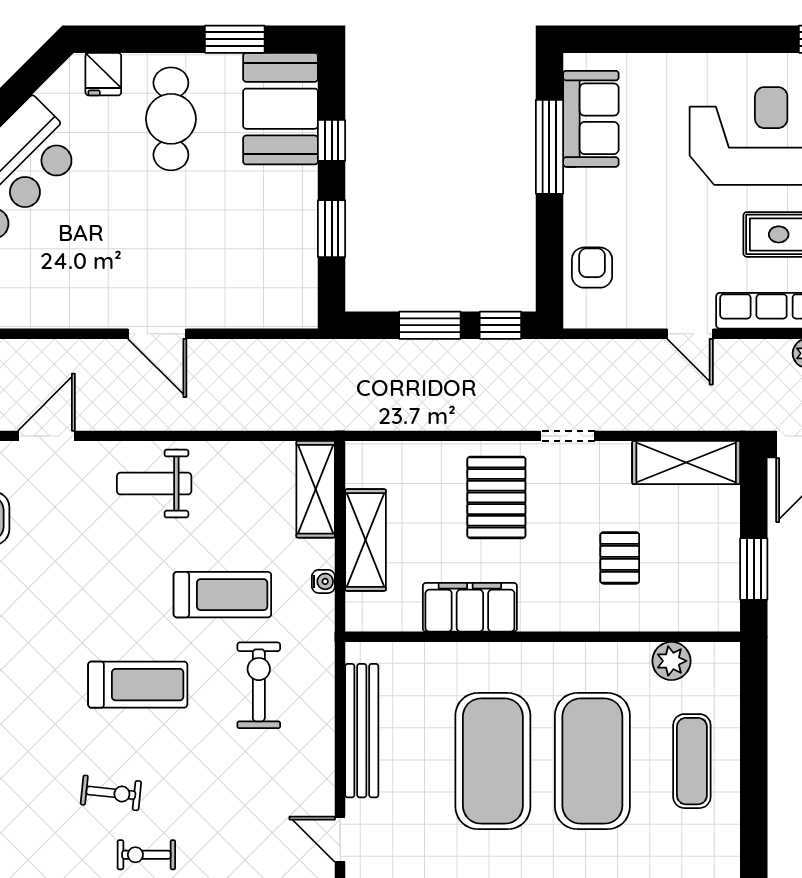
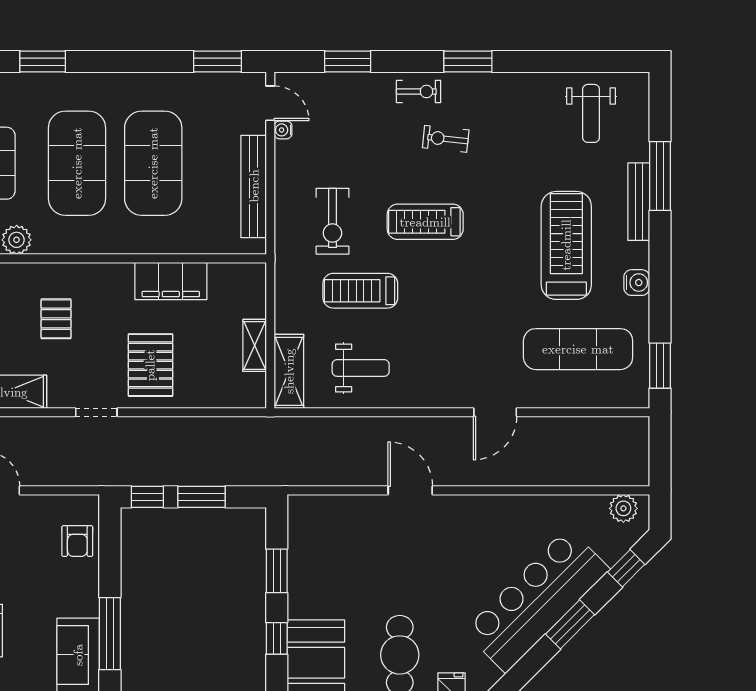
weight bench: (154, 484) -> (361, 368), moved
shelving: (365, 540) -> (255, 345), width x0.67, depth x0.75
water cooler: (323, 581) -> (283, 130), moved

